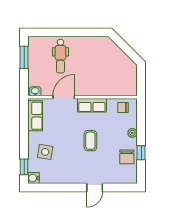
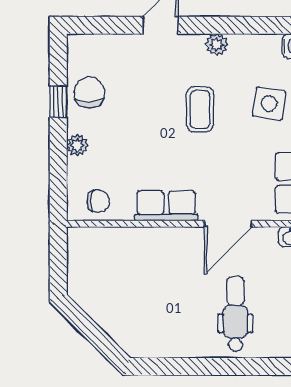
coffee table: (90, 141) -> (200, 109), moved
plant: (69, 179) -> (216, 45), added

